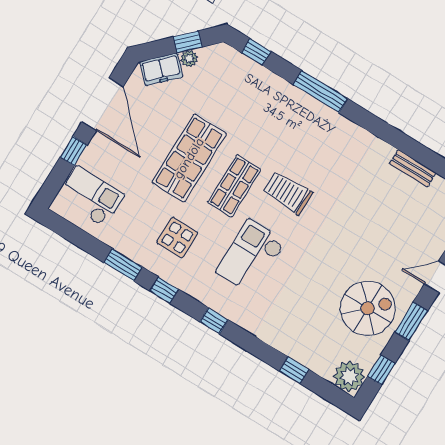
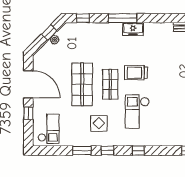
freezer: (161, 69) -> (133, 29), moved, turned 45
checkout: (91, 196) -> (49, 129), turned 90

